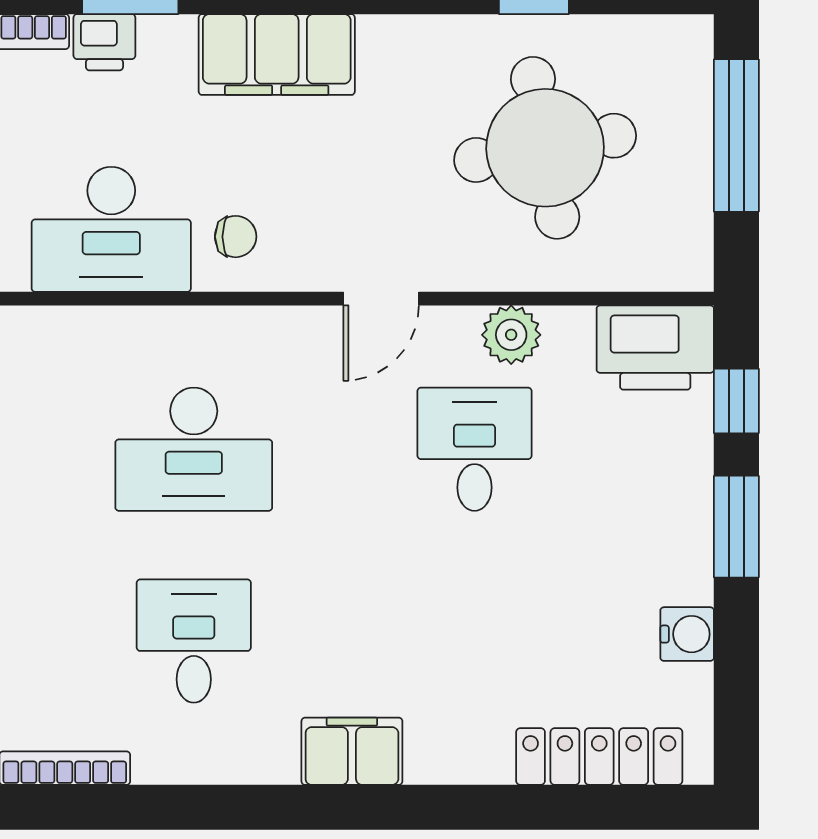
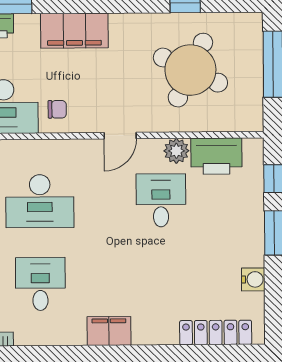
round table: (545, 148) -> (190, 70), turned 35
printer: (655, 348) -> (216, 156), moved

